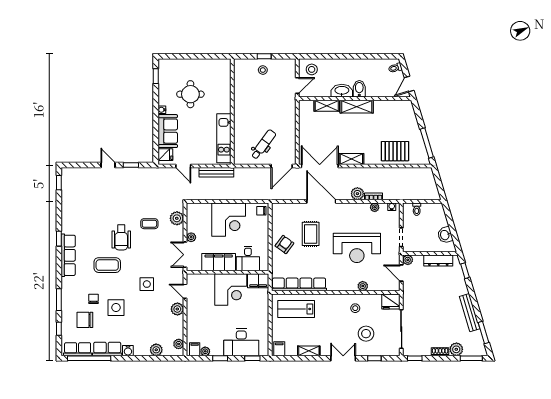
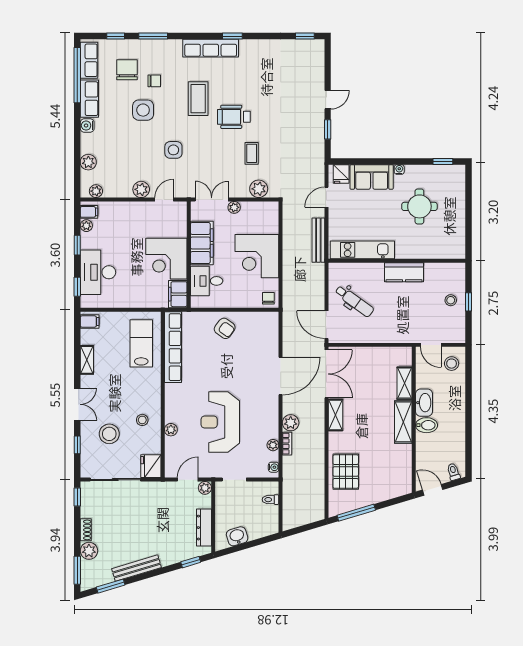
kitchen counter: (241, 106) -> (404, 272), added
rug: (311, 234) -> (238, 362), removed

